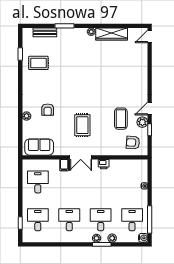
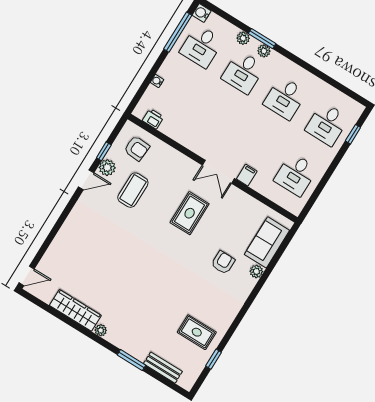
sofa: (39, 147) -> (267, 242), moved, turned 90
double door: (81, 157) -> (218, 172), swing flipped
printer: (104, 164) -> (153, 119), moved

